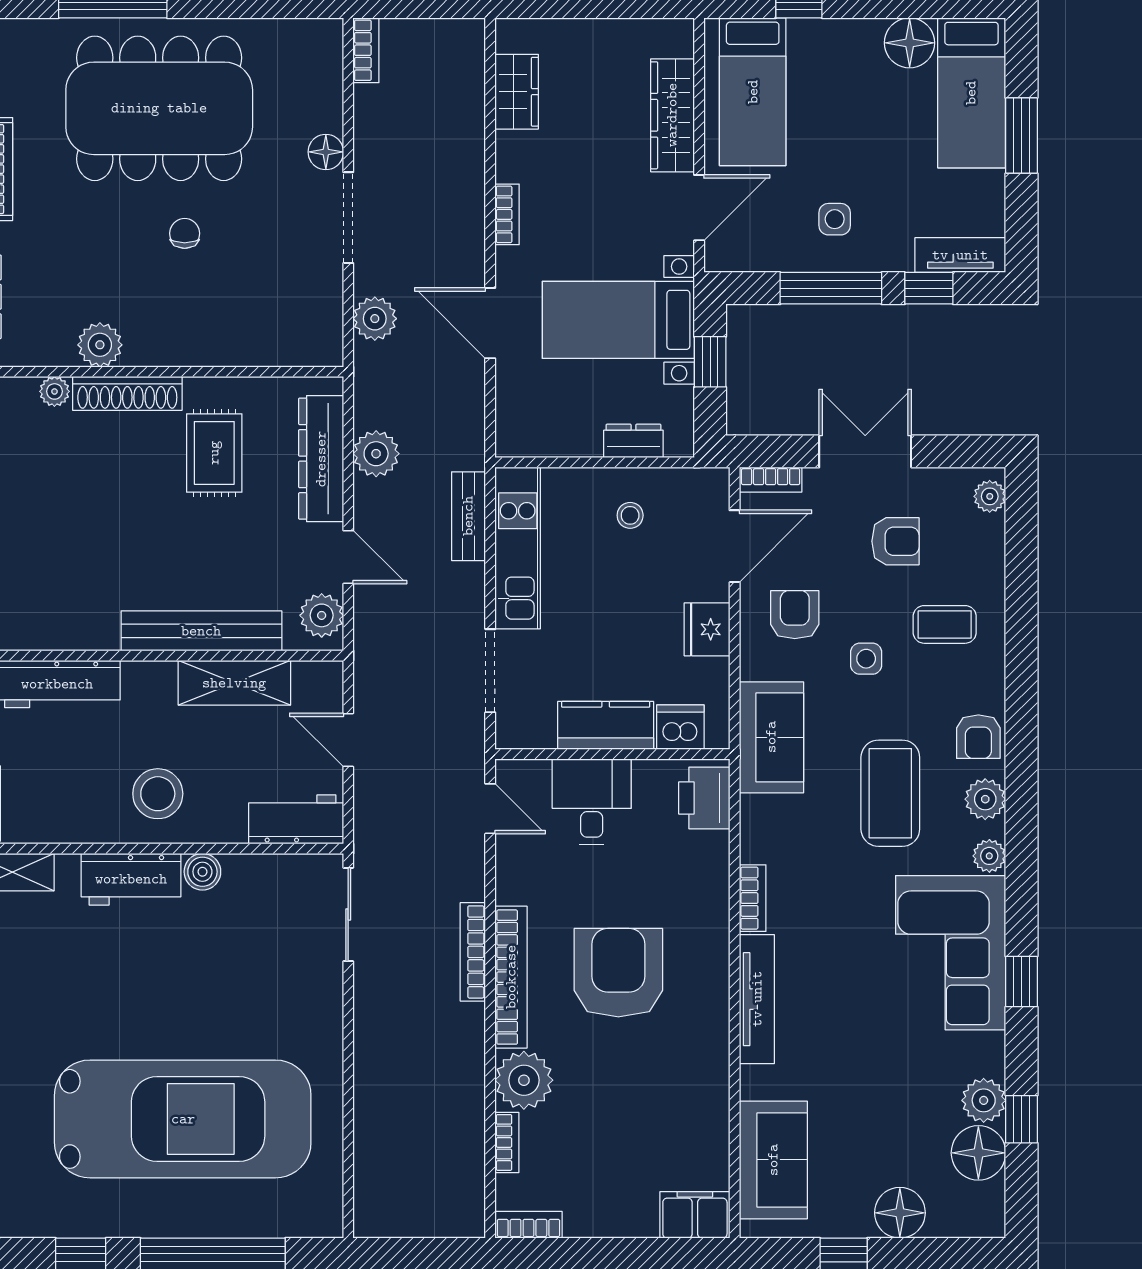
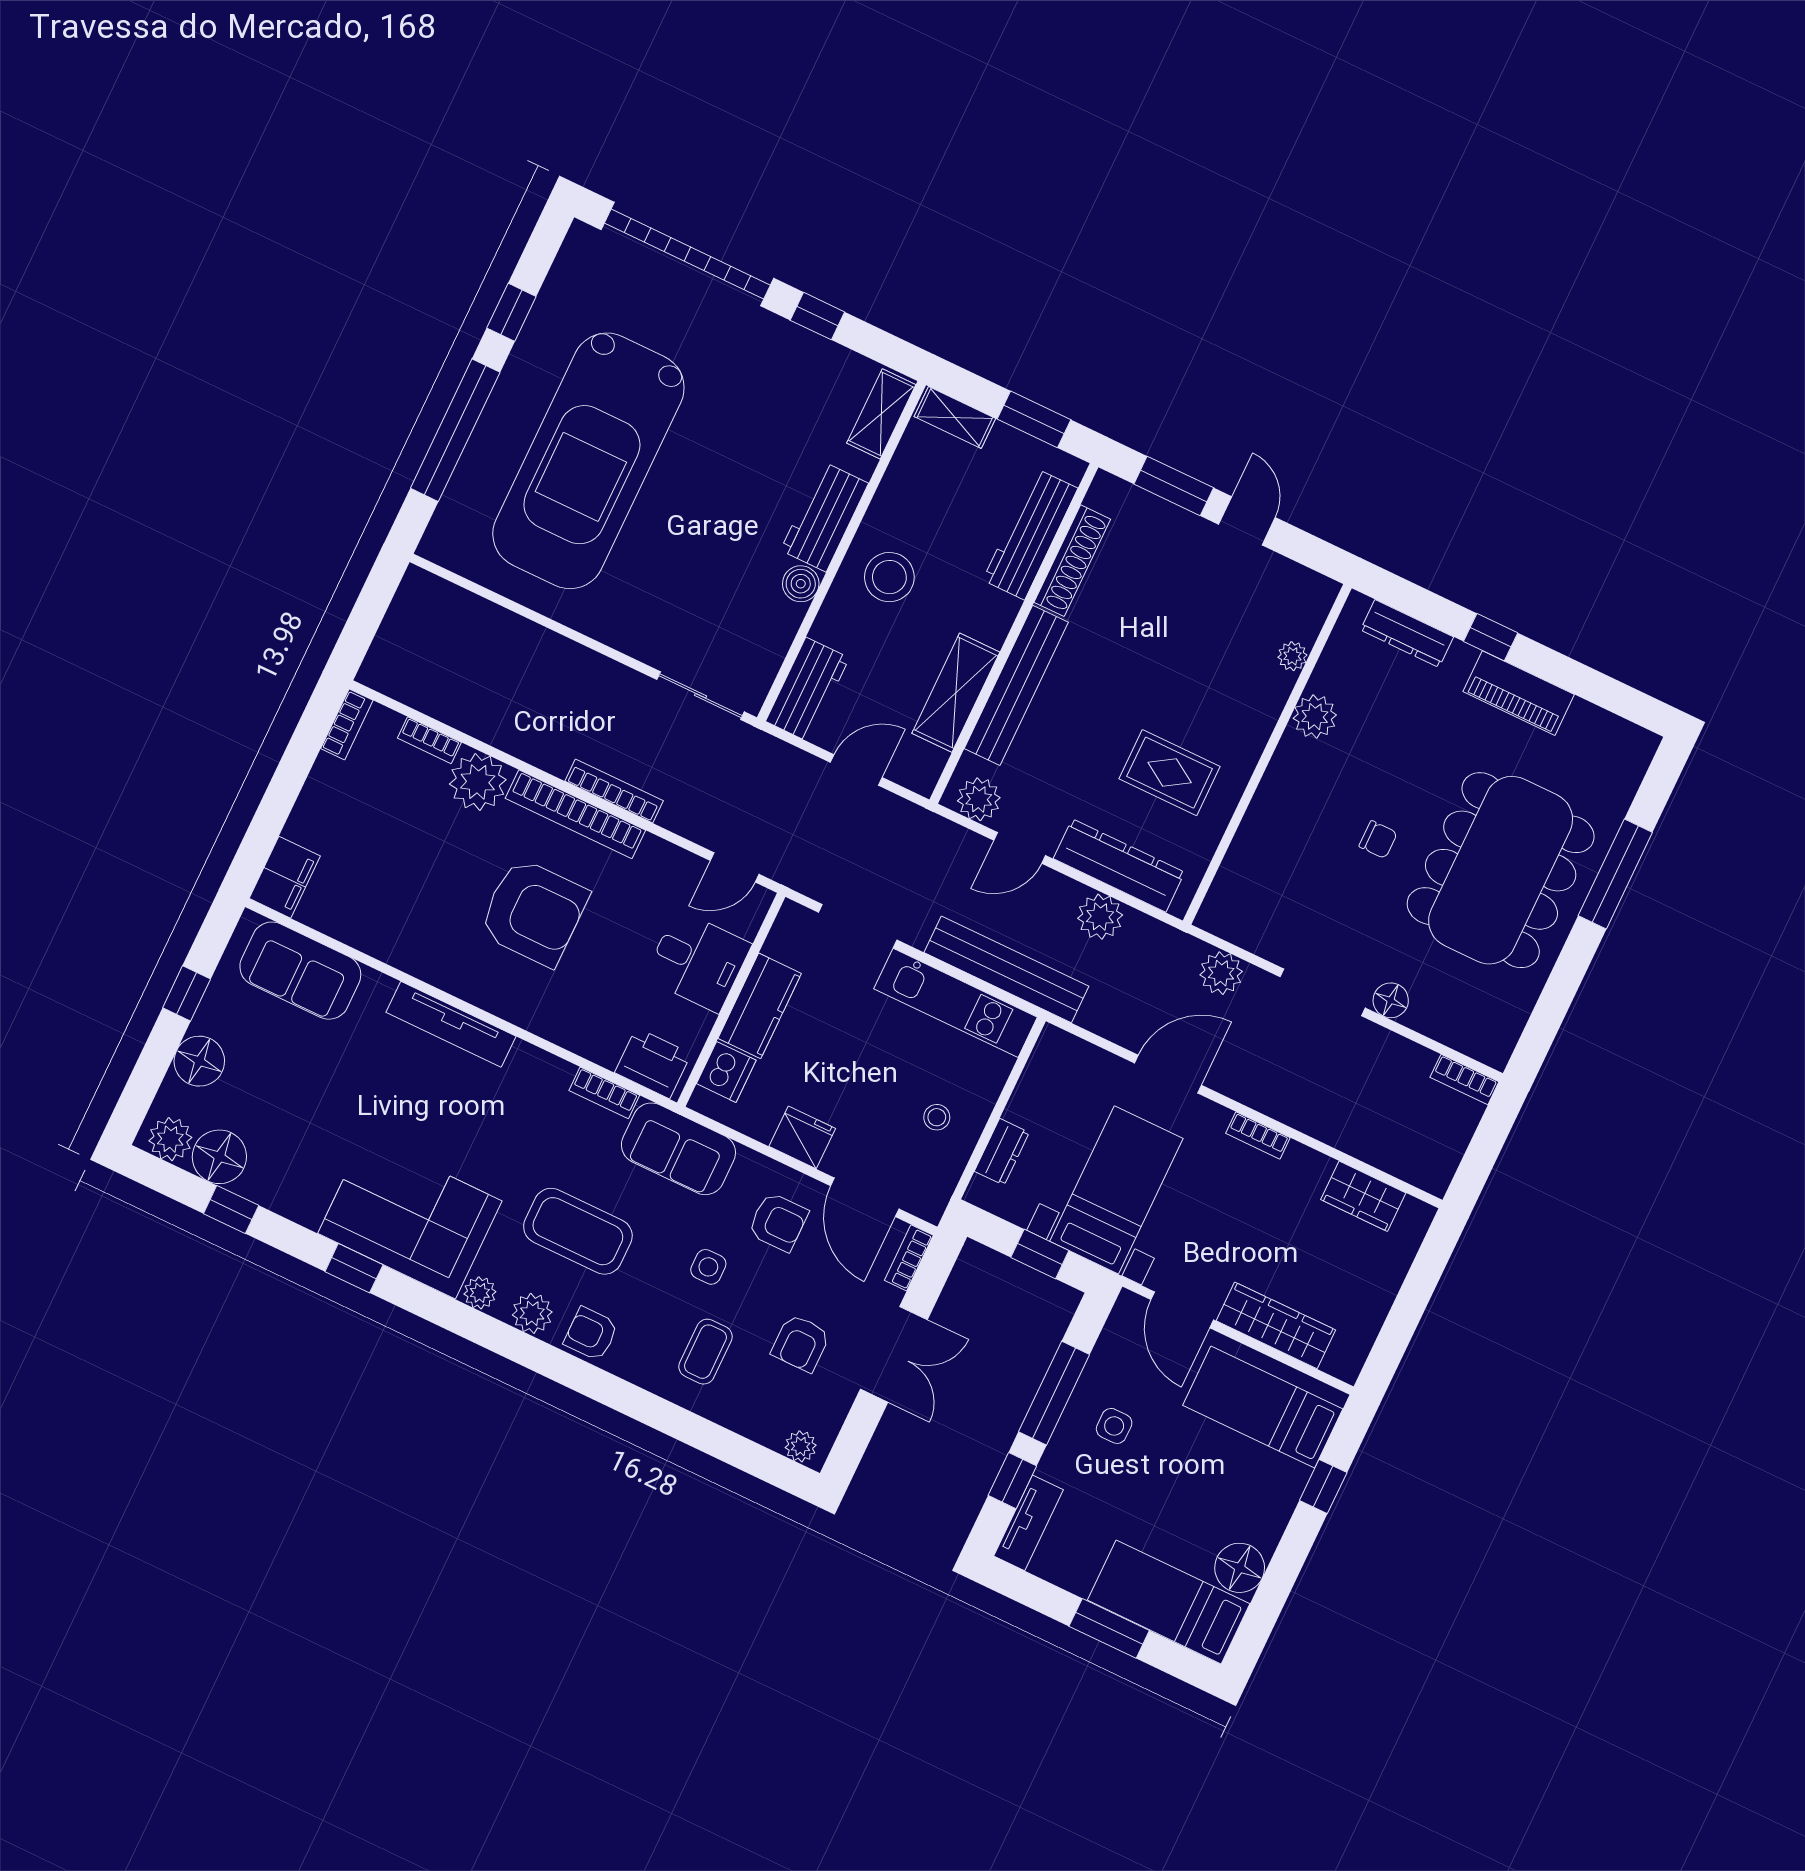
shoe rack: (127, 393) -> (1072, 561), moved, turned 180
bench: (468, 516) -> (1006, 969), width x1.86, depth x1.21
bookcase: (753, 898) -> (604, 1093), moved
plant: (984, 1100) -> (170, 1139), moved

